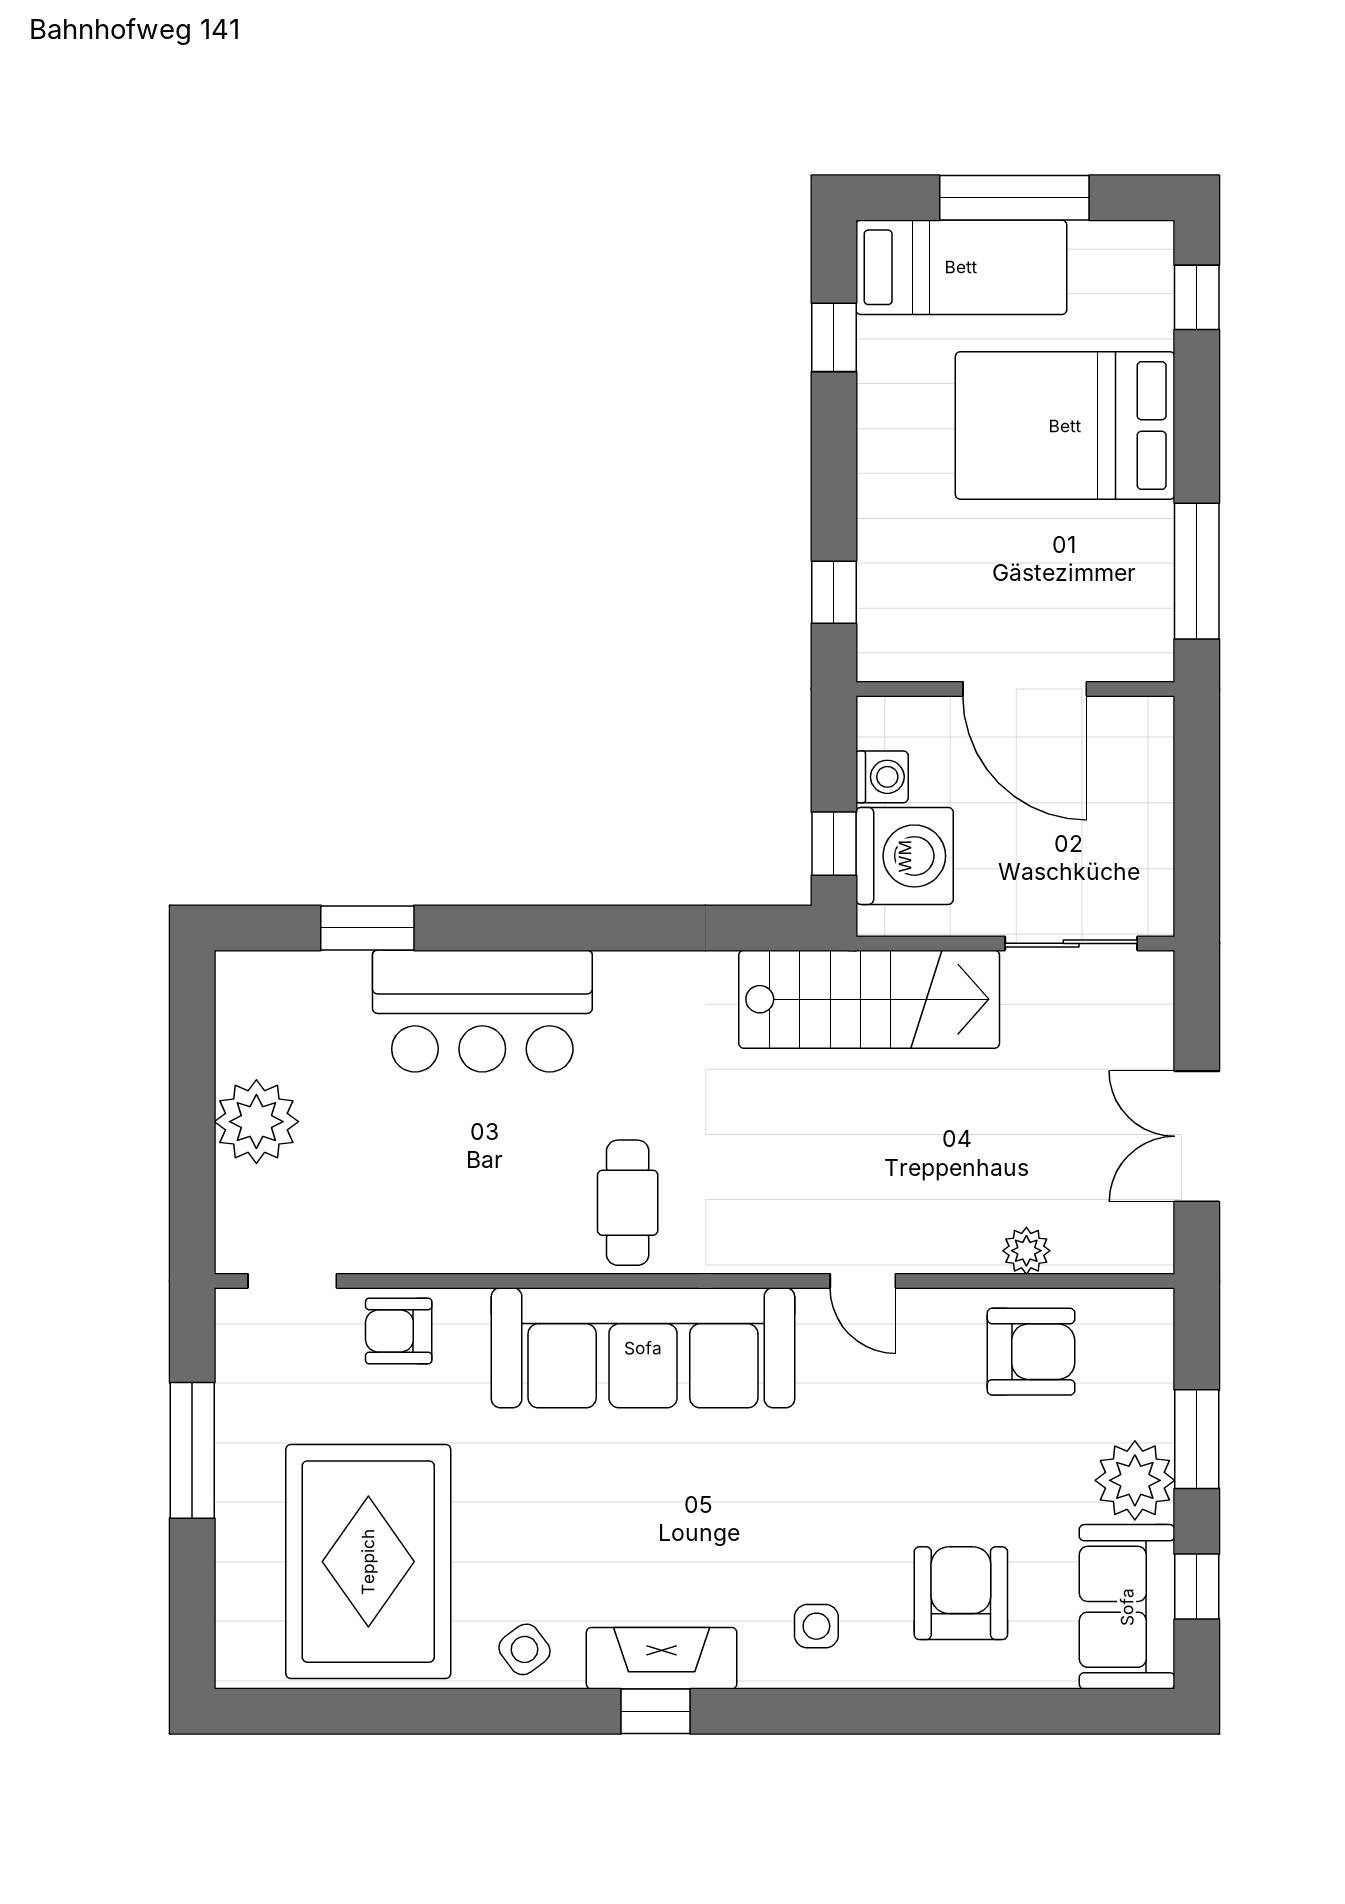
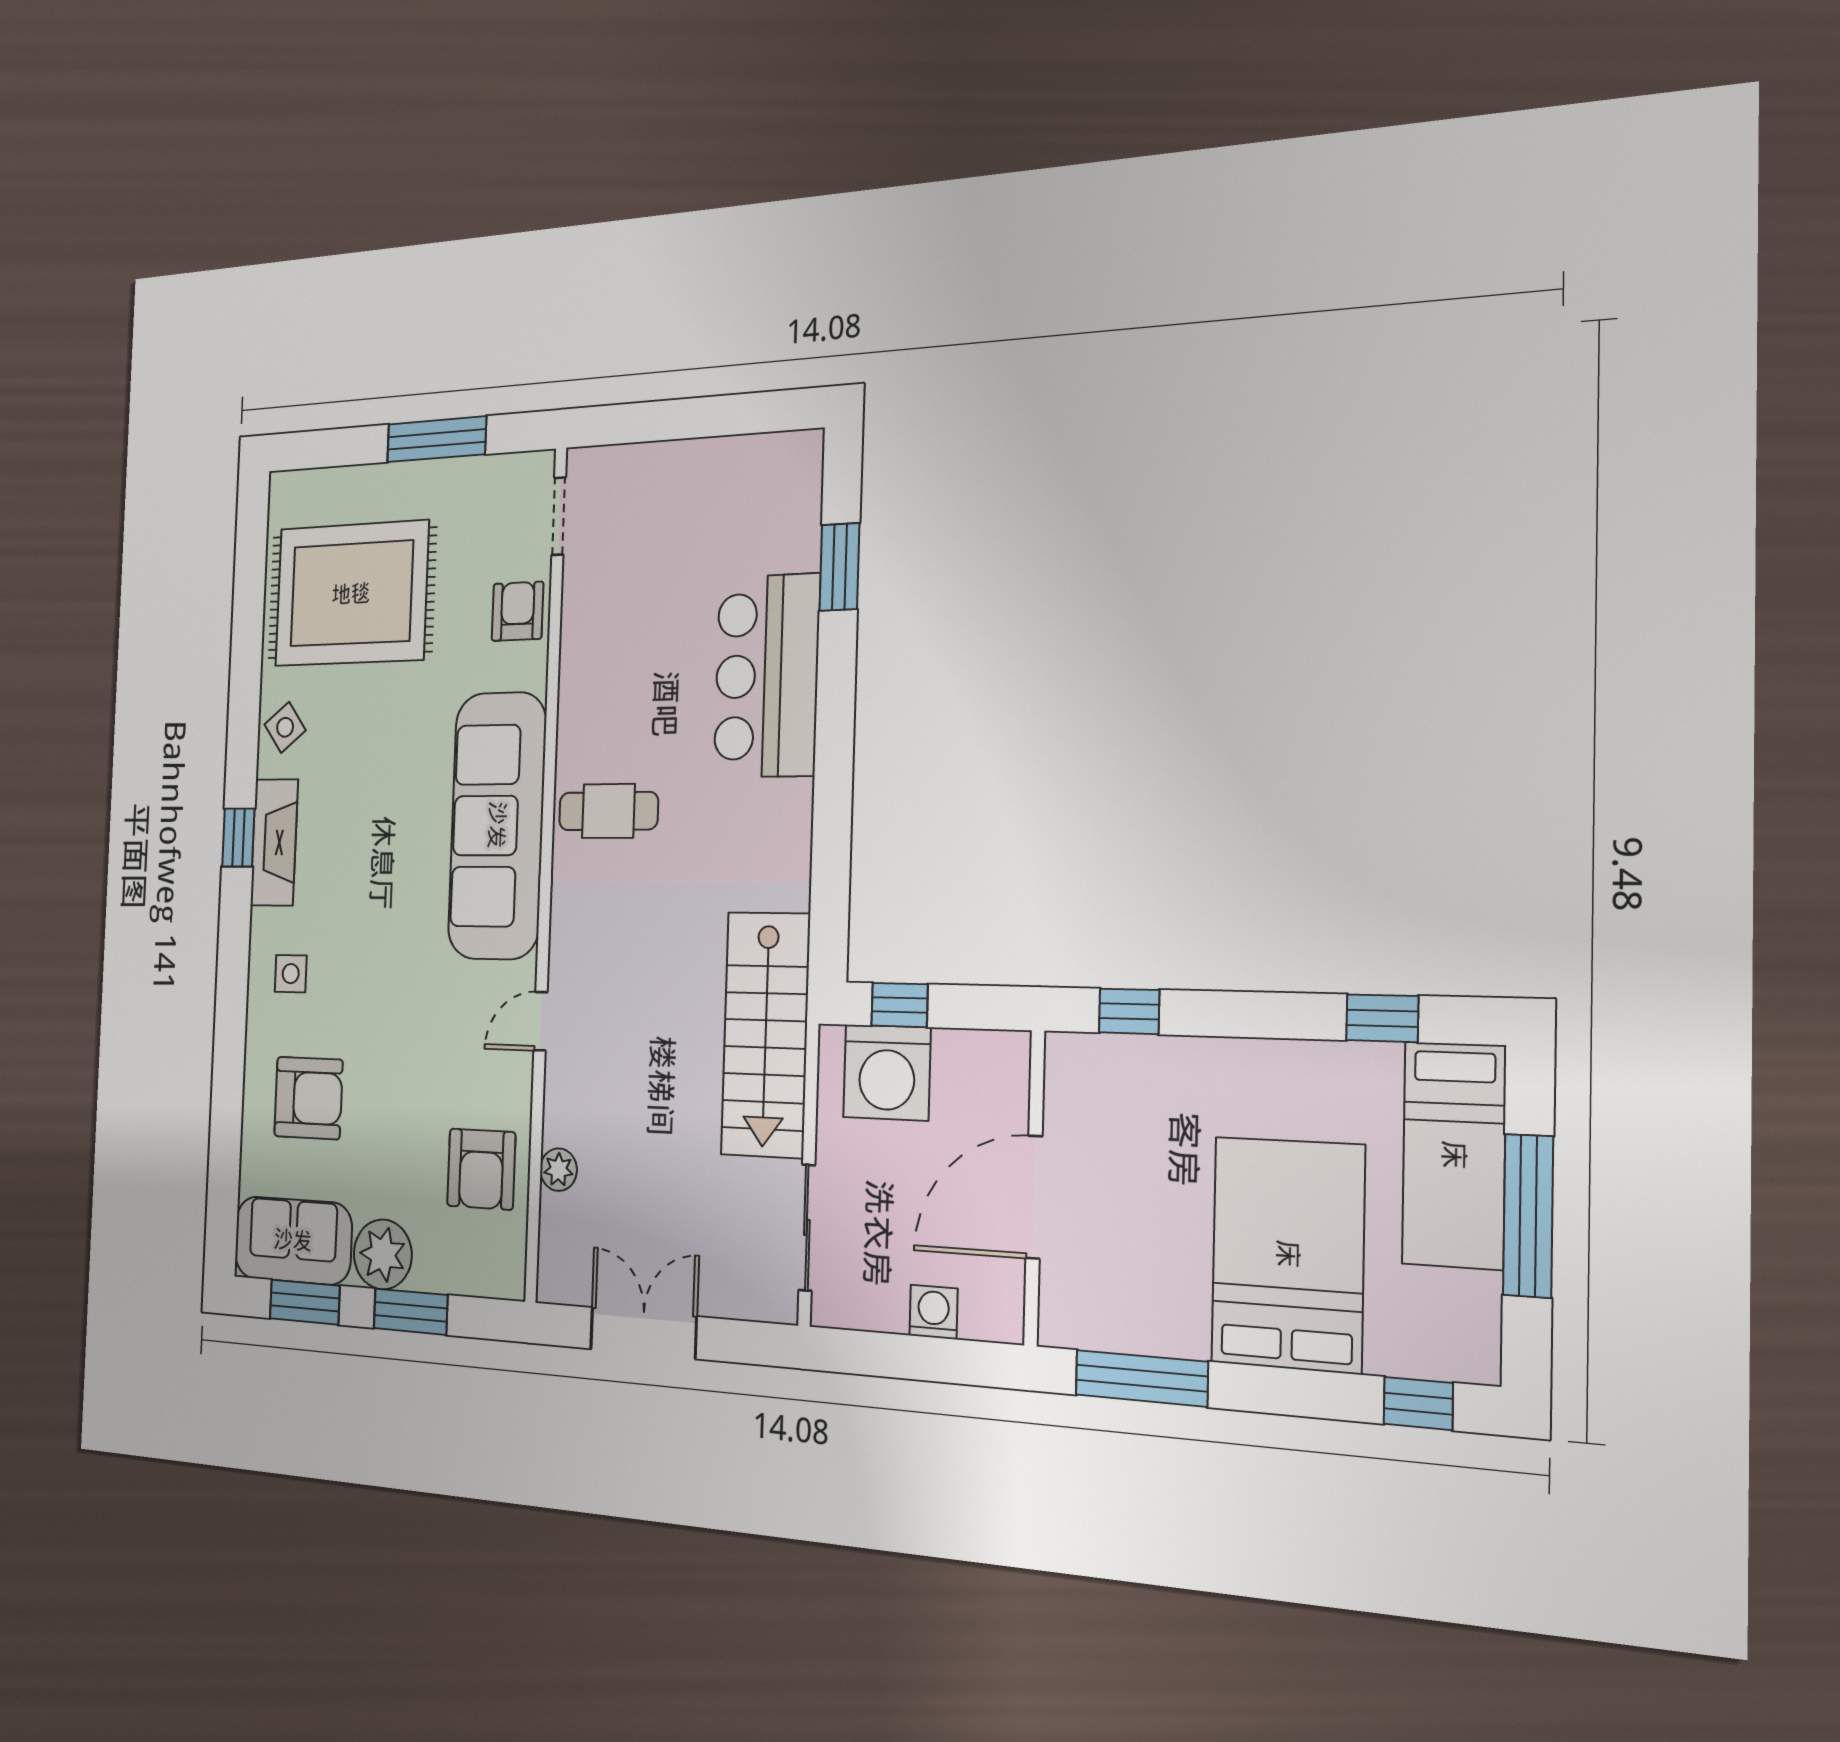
washing machine: (882, 777) -> (933, 1312), moved, turned 180
plant: (256, 1122) -> (684, 476), removed
window: (1197, 1587) -> (305, 1302), width x1.50

